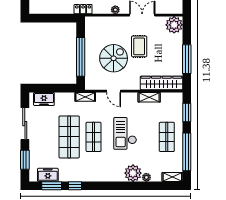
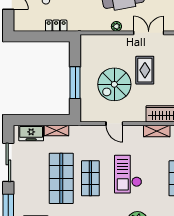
locker: (83, 9) -> (56, 26), moved
window: (81, 57) -> (75, 83), width x0.68
spiral stairs: (114, 58) -> (114, 84), turned 180
shelving: (85, 97) -> (56, 130), moved

